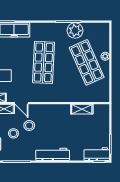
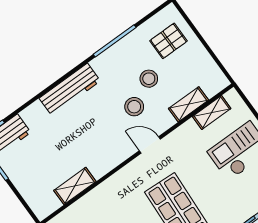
door: (21, 103) -> (150, 145), moved

